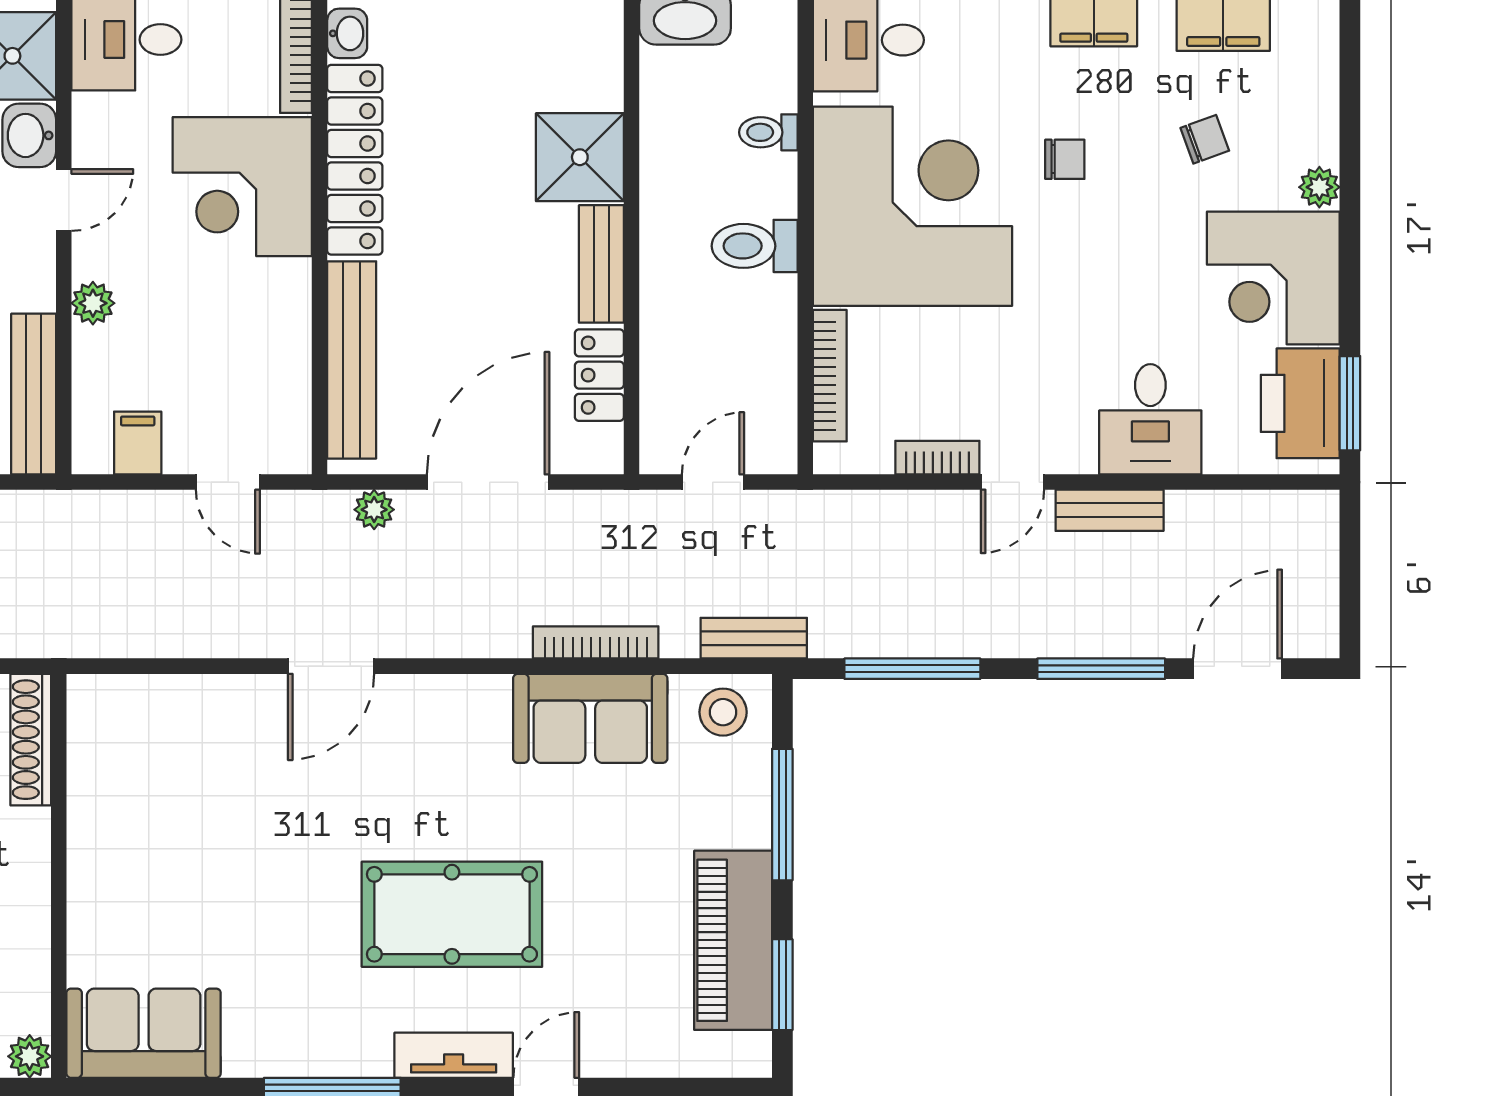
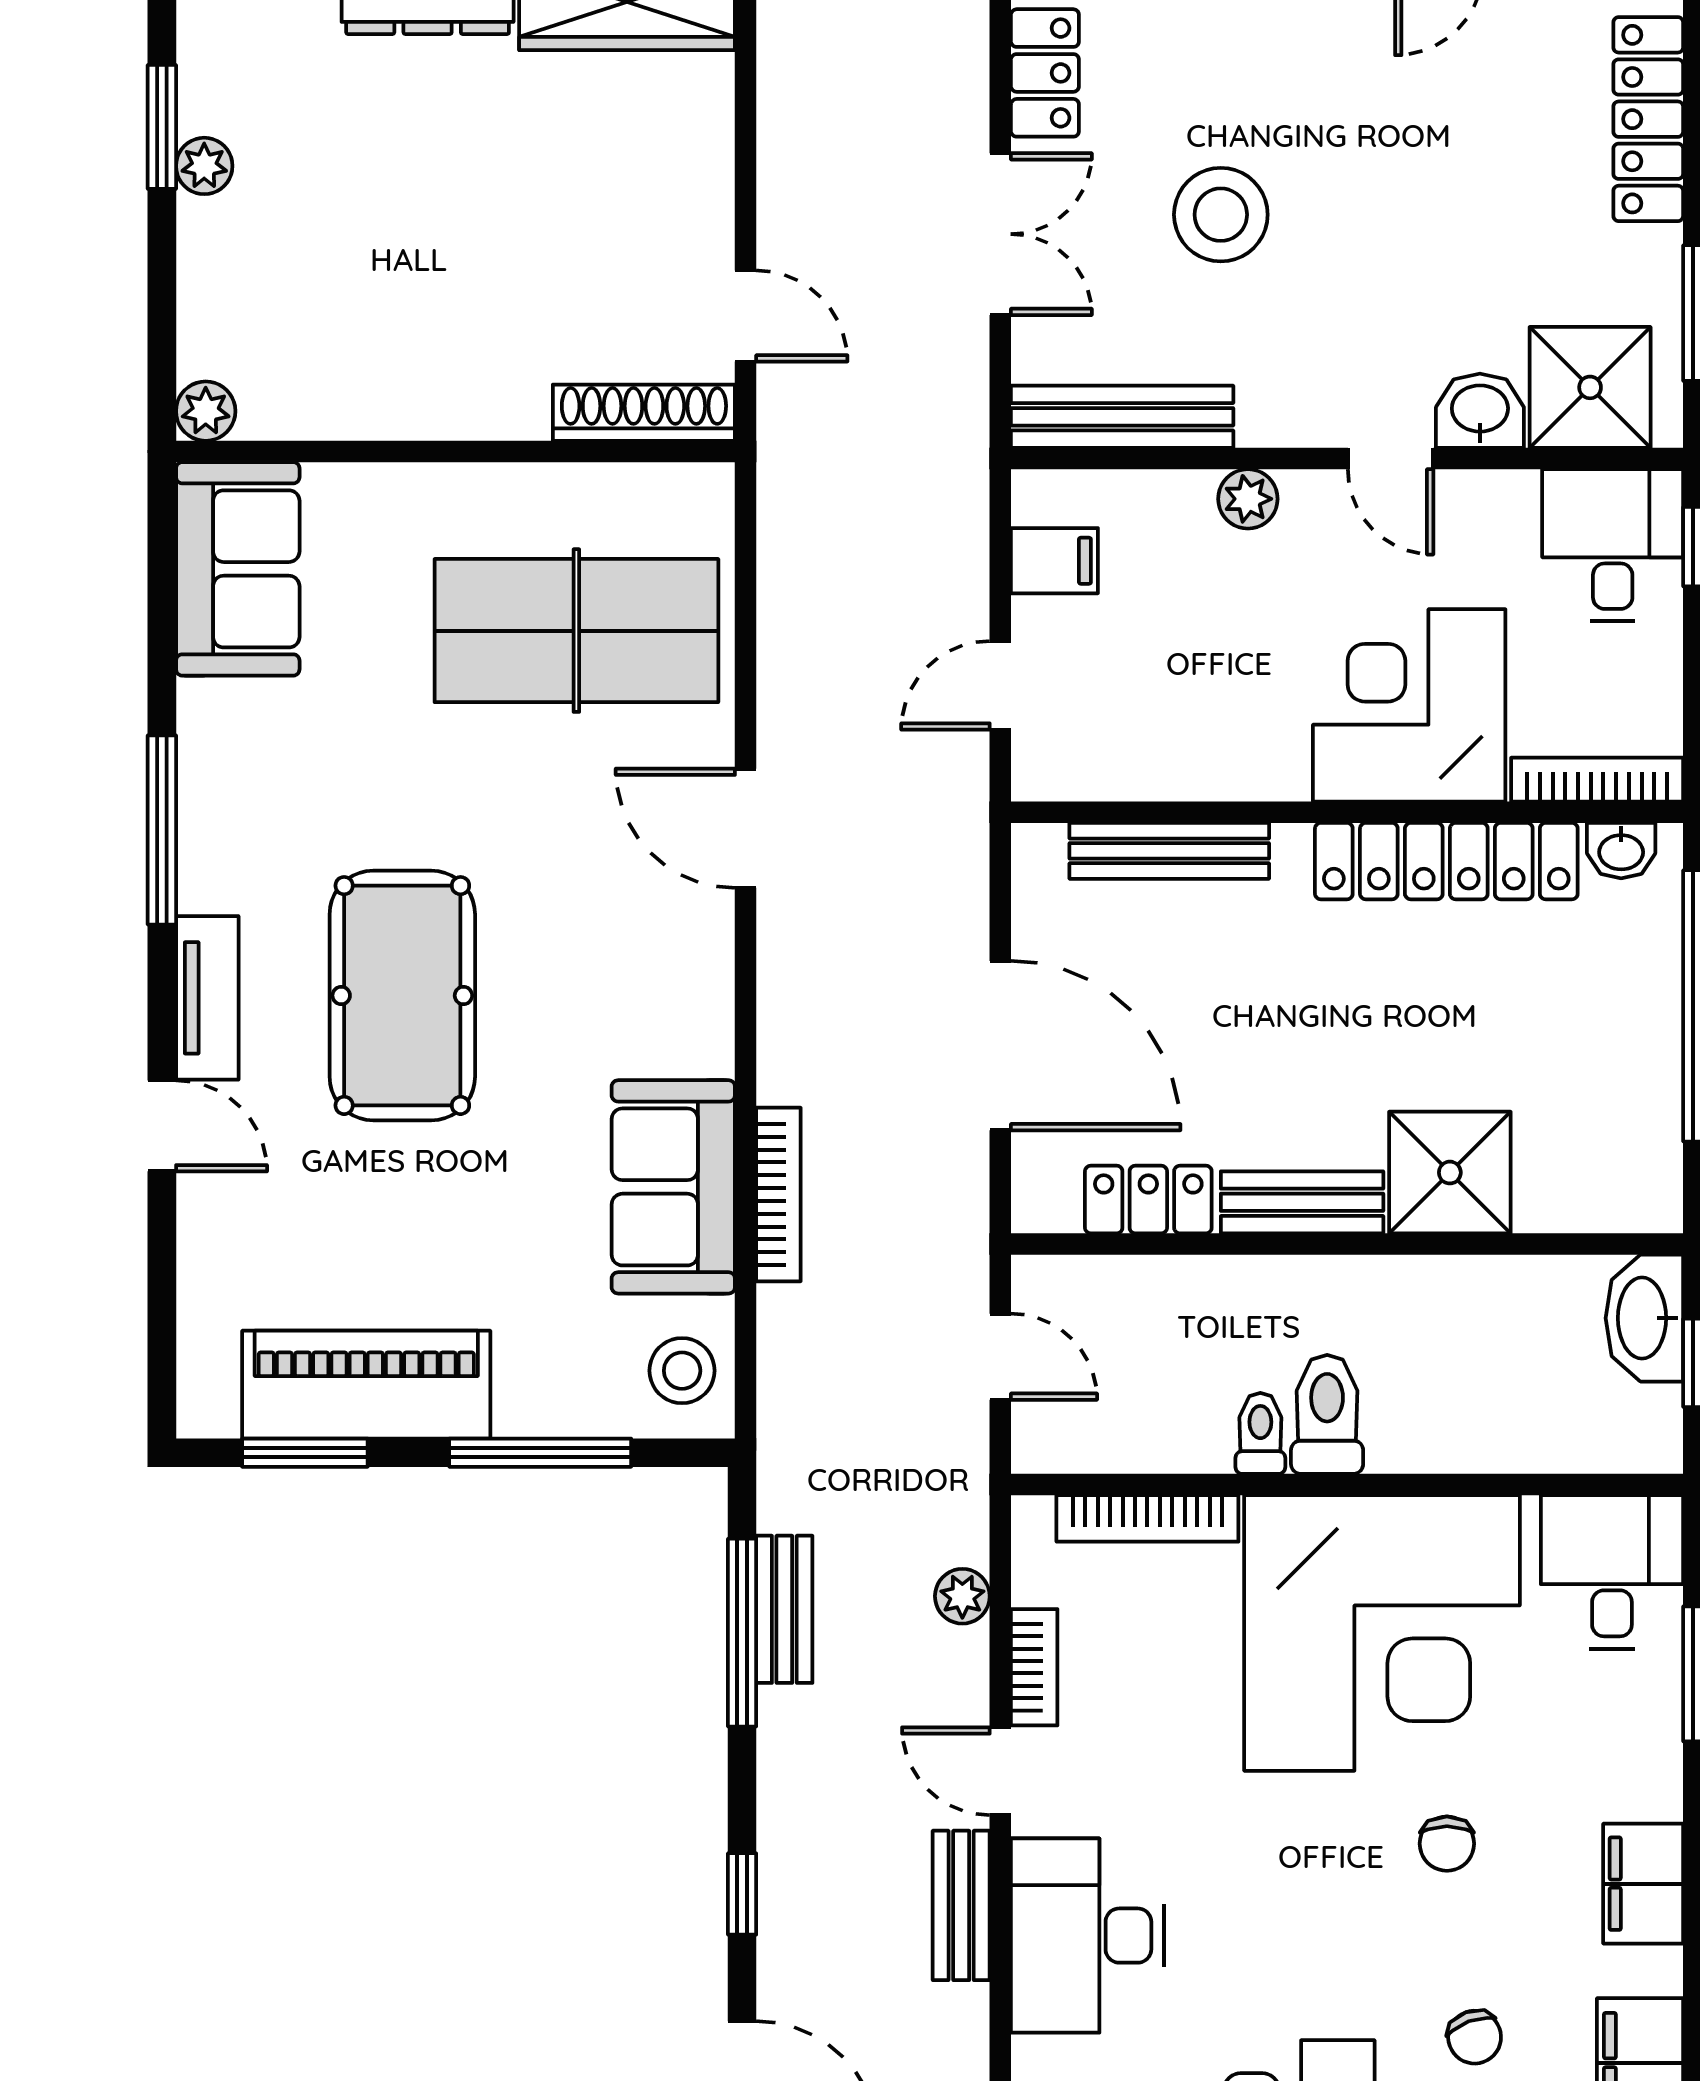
toilet: (768, 132) -> (1260, 1433), moved
bench: (352, 360) -> (1169, 851), width x0.73, depth x0.82
desk: (1150, 419) -> (1087, 1936), width x1.37
plant: (374, 510) -> (962, 1596), moved
bench: (754, 638) -> (784, 1609), moved
window: (1101, 669) -> (742, 1894), width x0.46
table tennis table: (188, 788) -> (576, 631), added

